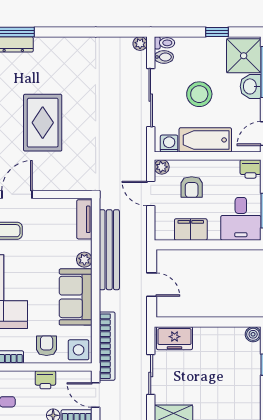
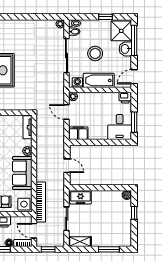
armchair: (192, 187) -> (91, 108), removed
filing cabinet: (191, 229) -> (78, 133), moved
bench: (109, 250) -> (42, 145), removed

